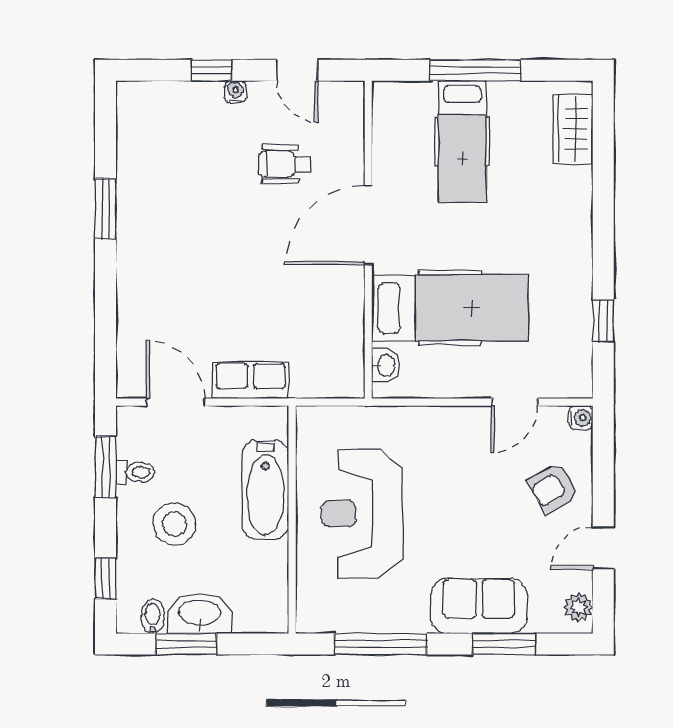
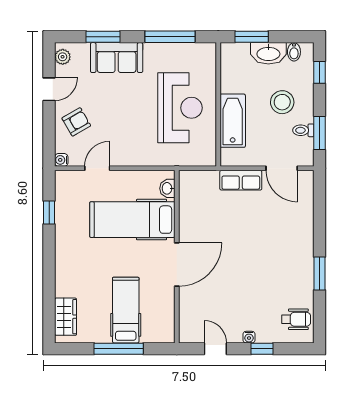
wheelchair: (285, 164) -> (296, 319), moved
window: (186, 644) -> (252, 37), moved

